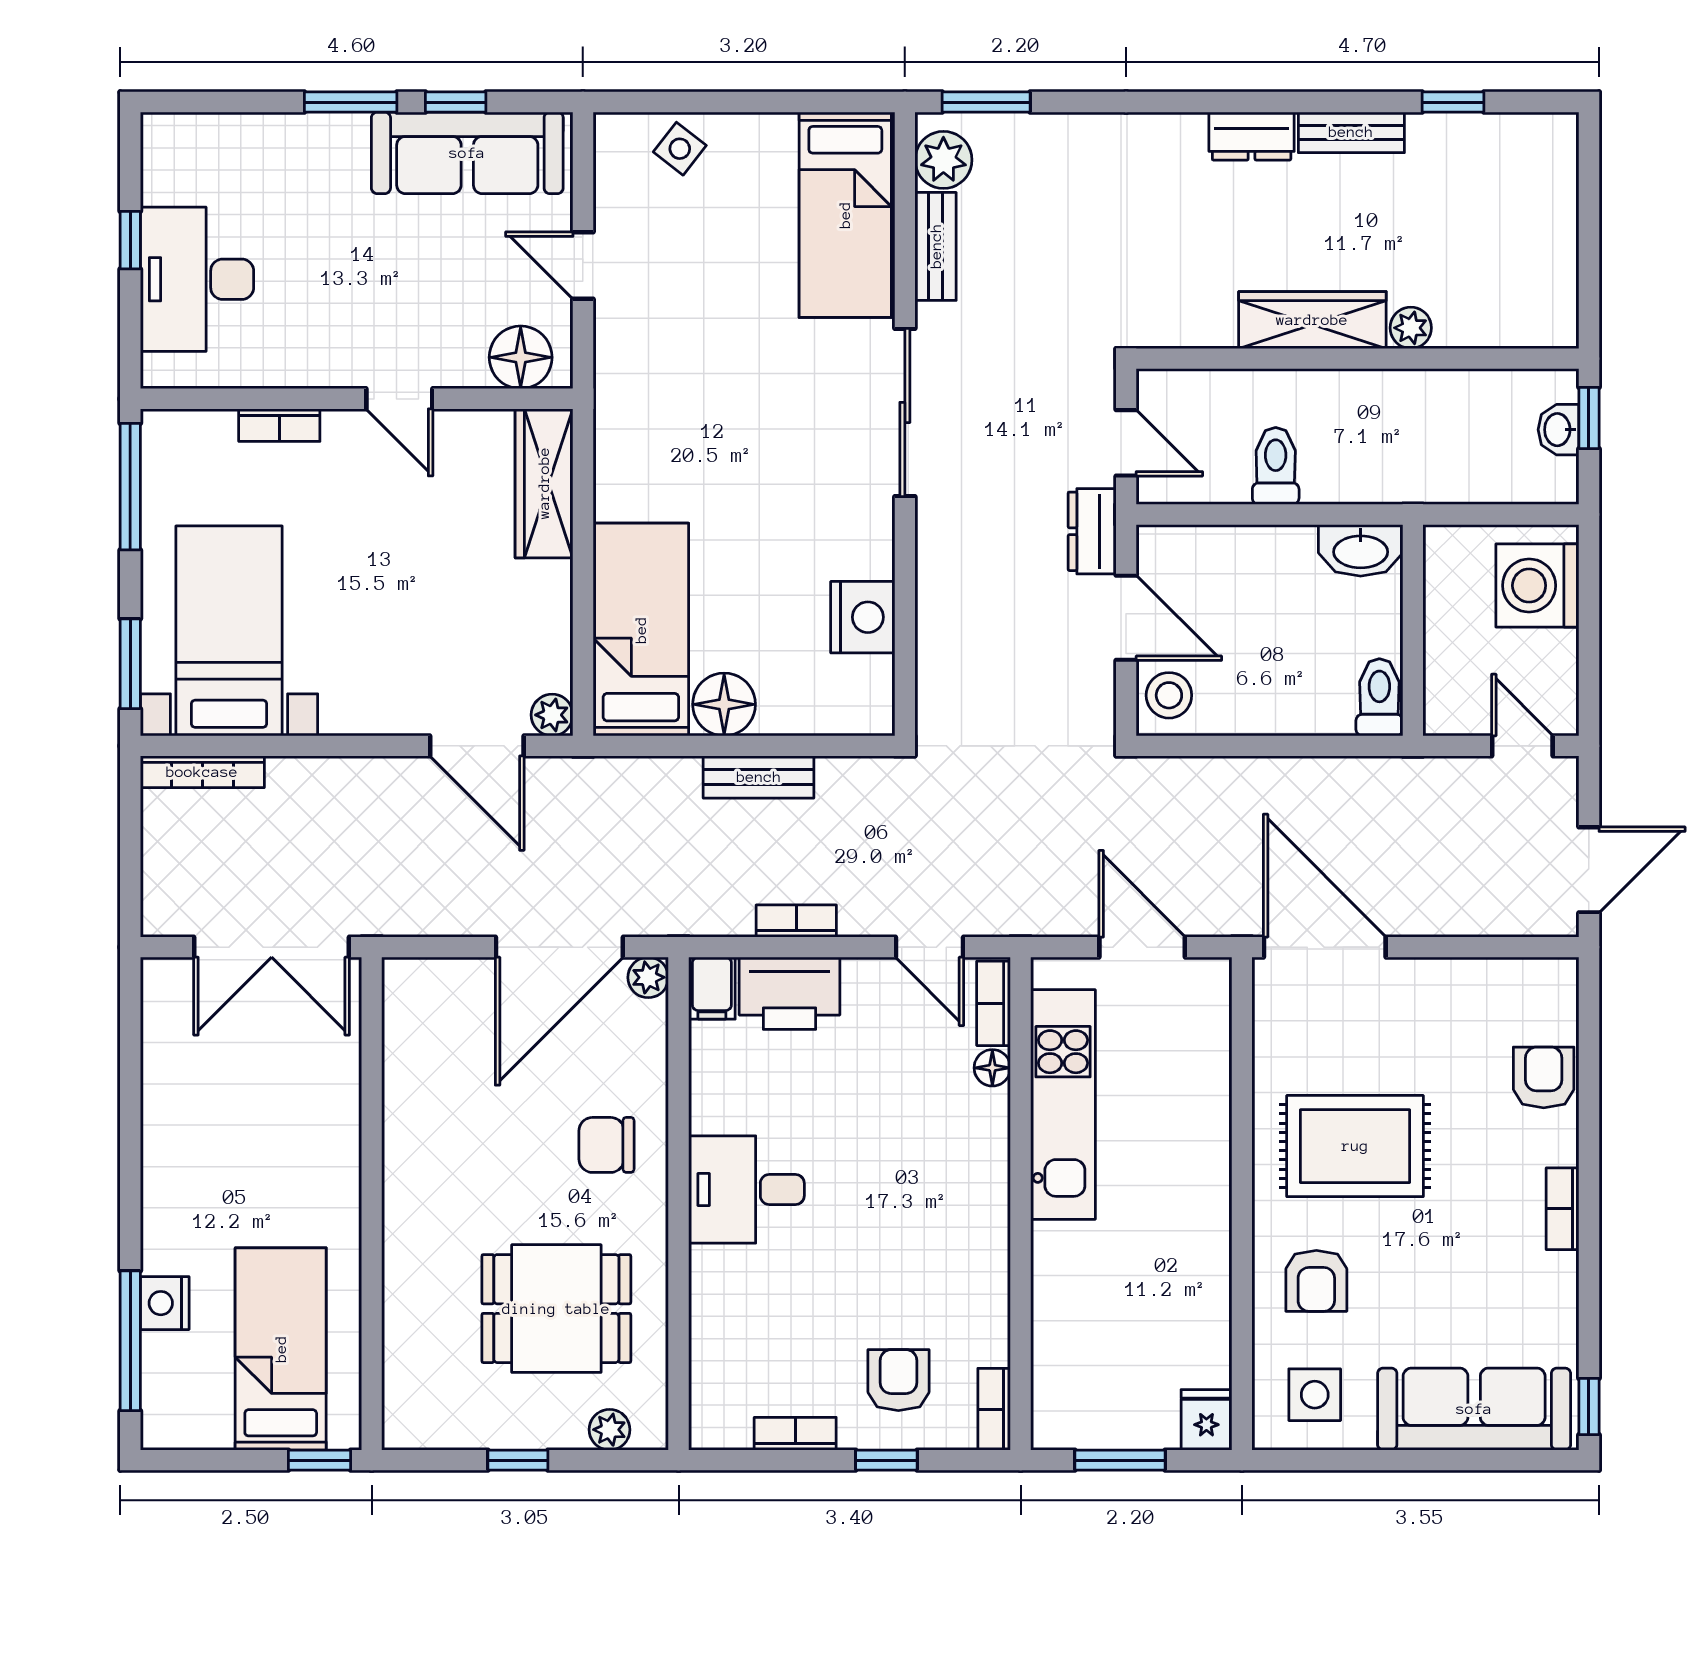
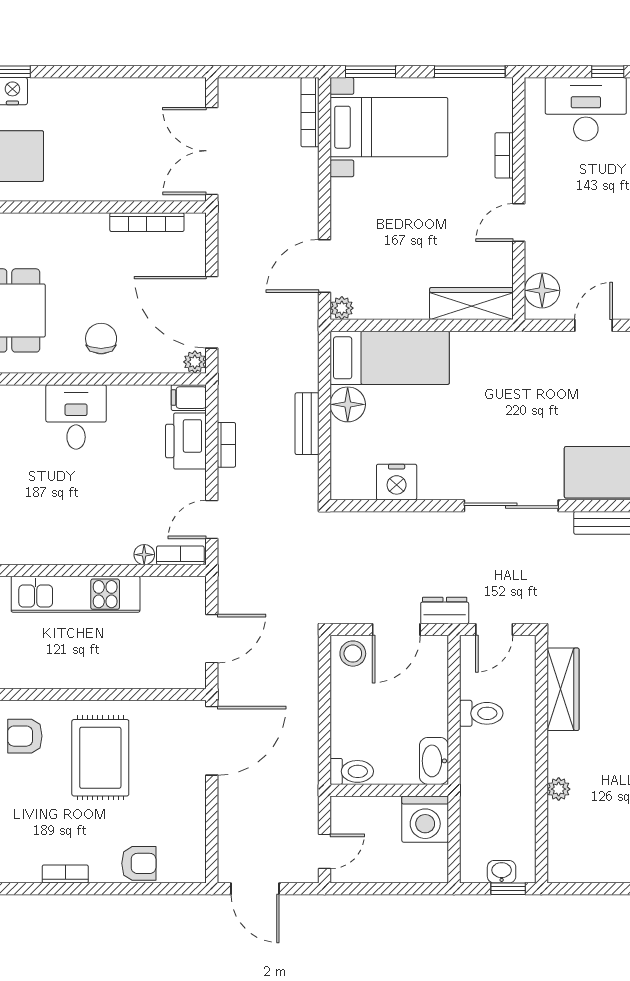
wardrobe: (1312, 320) -> (563, 689), moved
washing machine: (1537, 586) -> (425, 819), moved, turned 180
bookcase: (399, 1063) -> (147, 222), added
kitchen unit: (1063, 1104) -> (76, 594), moved

